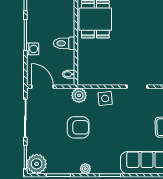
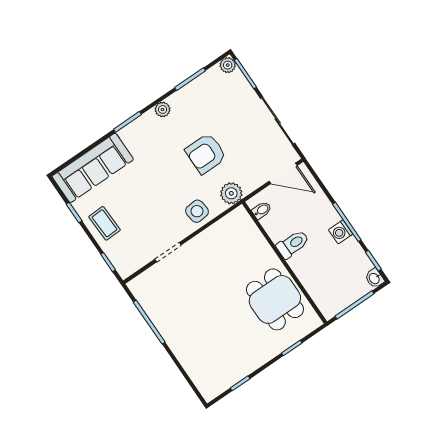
washing machine: (33, 49) -> (341, 232), moved
plant: (37, 164) -> (228, 65), width x0.53, depth x0.53

